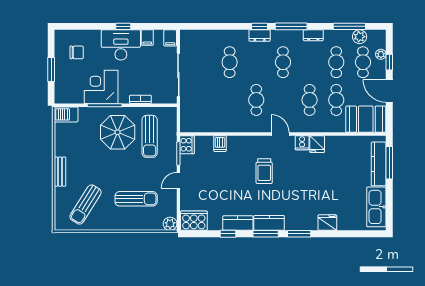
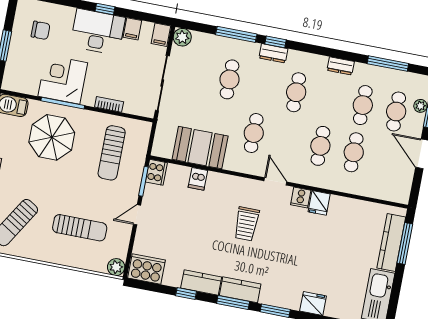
window: (291, 26) -> (236, 34), moved
plant: (360, 37) -> (182, 37), moved
booth: (366, 119) -> (200, 148), moved
parasol: (118, 132) -> (52, 137), moved

